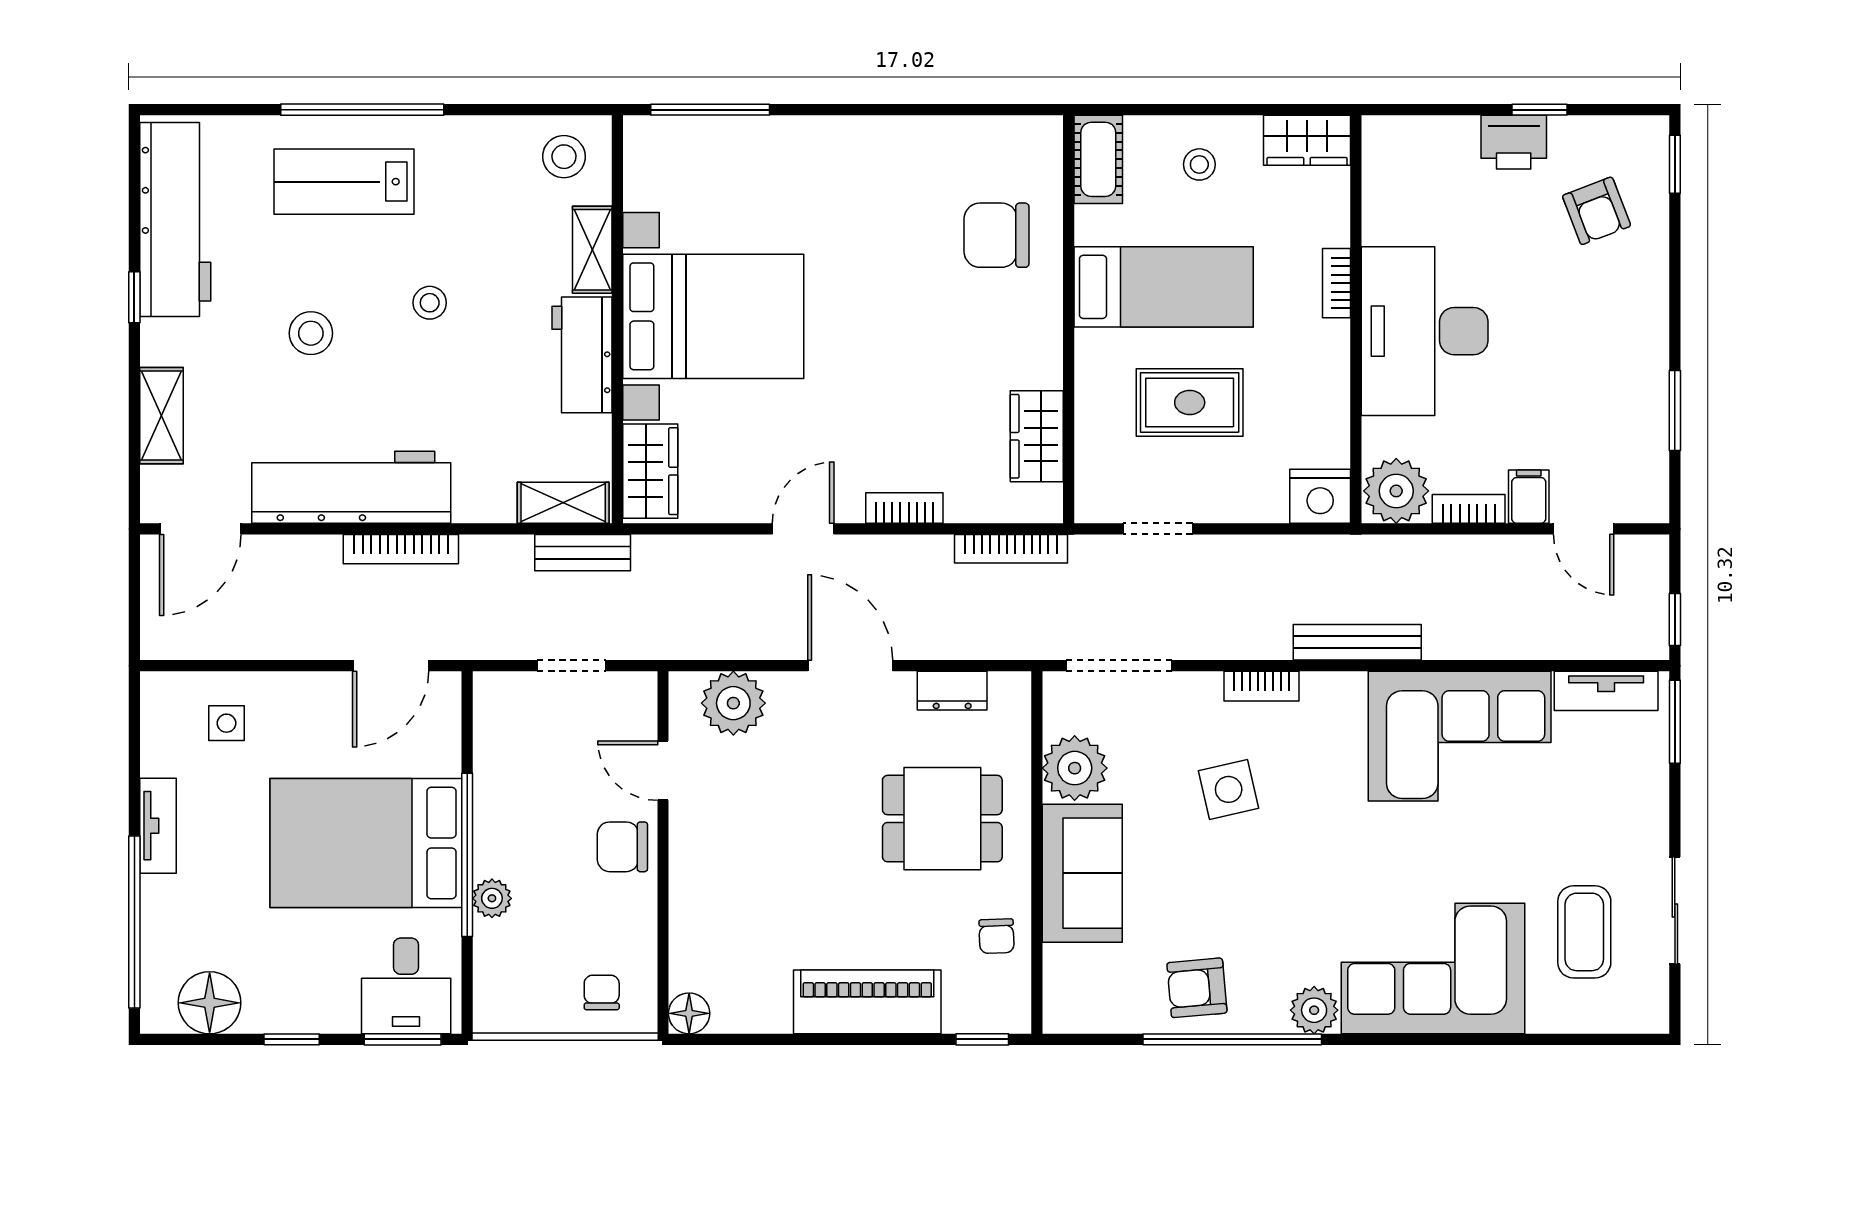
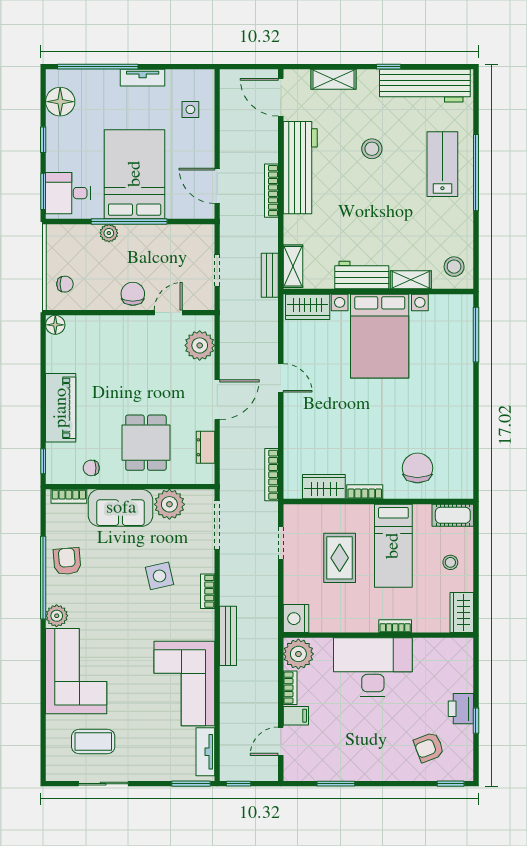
stool: (430, 303) -> (386, 204), removed
bookcase: (904, 508) -> (365, 492), moved, turned -90
bookcase: (1058, 984) -> (69, 496), added

